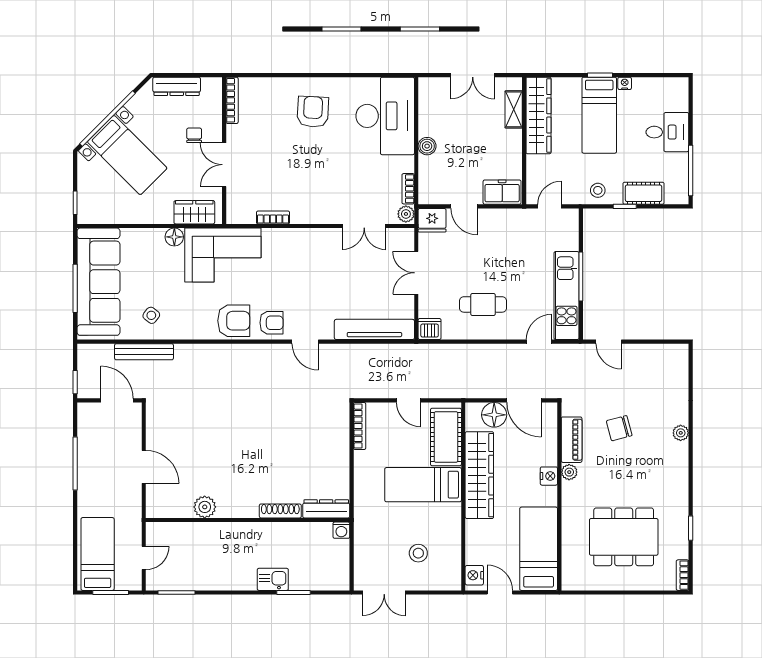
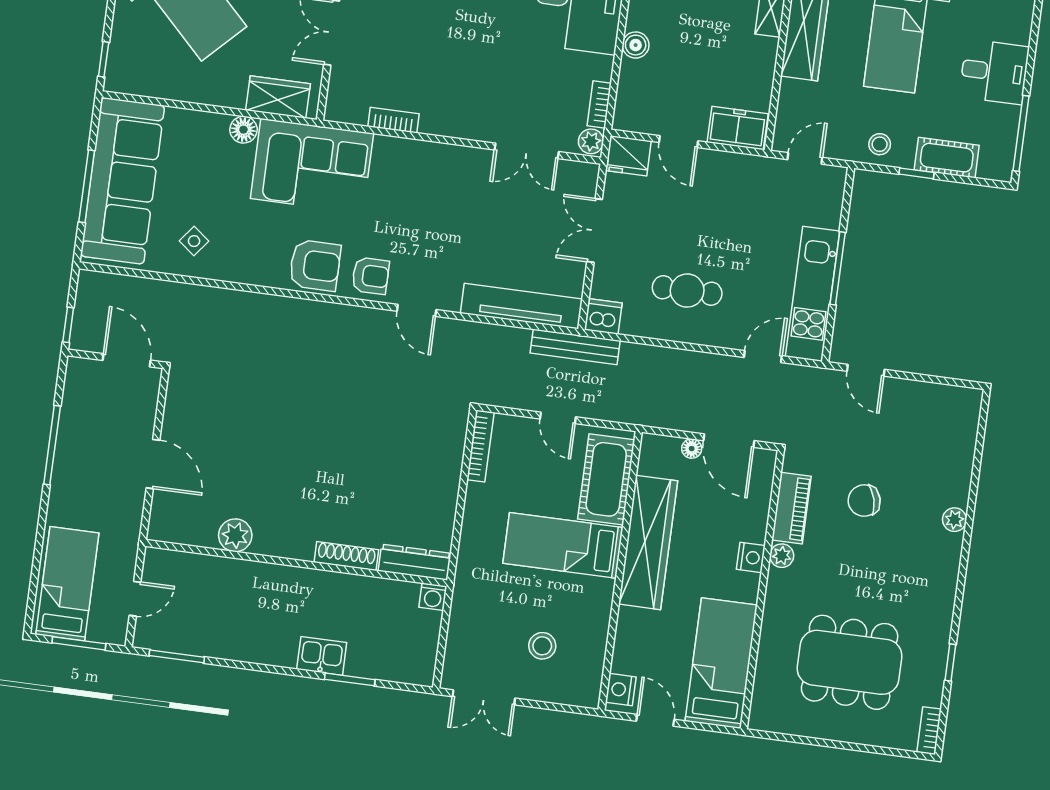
bench: (144, 352) -> (575, 347), moved
floor lamp: (494, 415) -> (692, 449), width x0.53, depth x0.53

